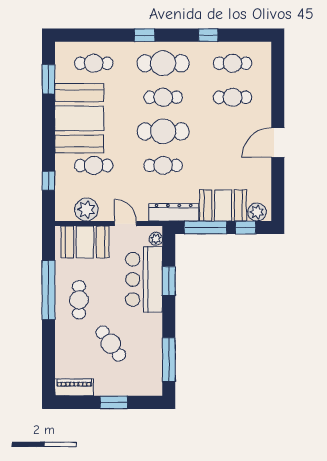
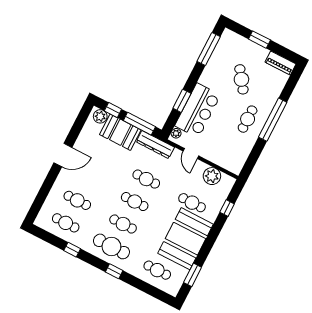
cafe table: (163, 131) -> (135, 202), width x0.73, depth x0.74
booth: (85, 242) -> (224, 155), removed
window: (48, 290) -> (273, 120), moved

